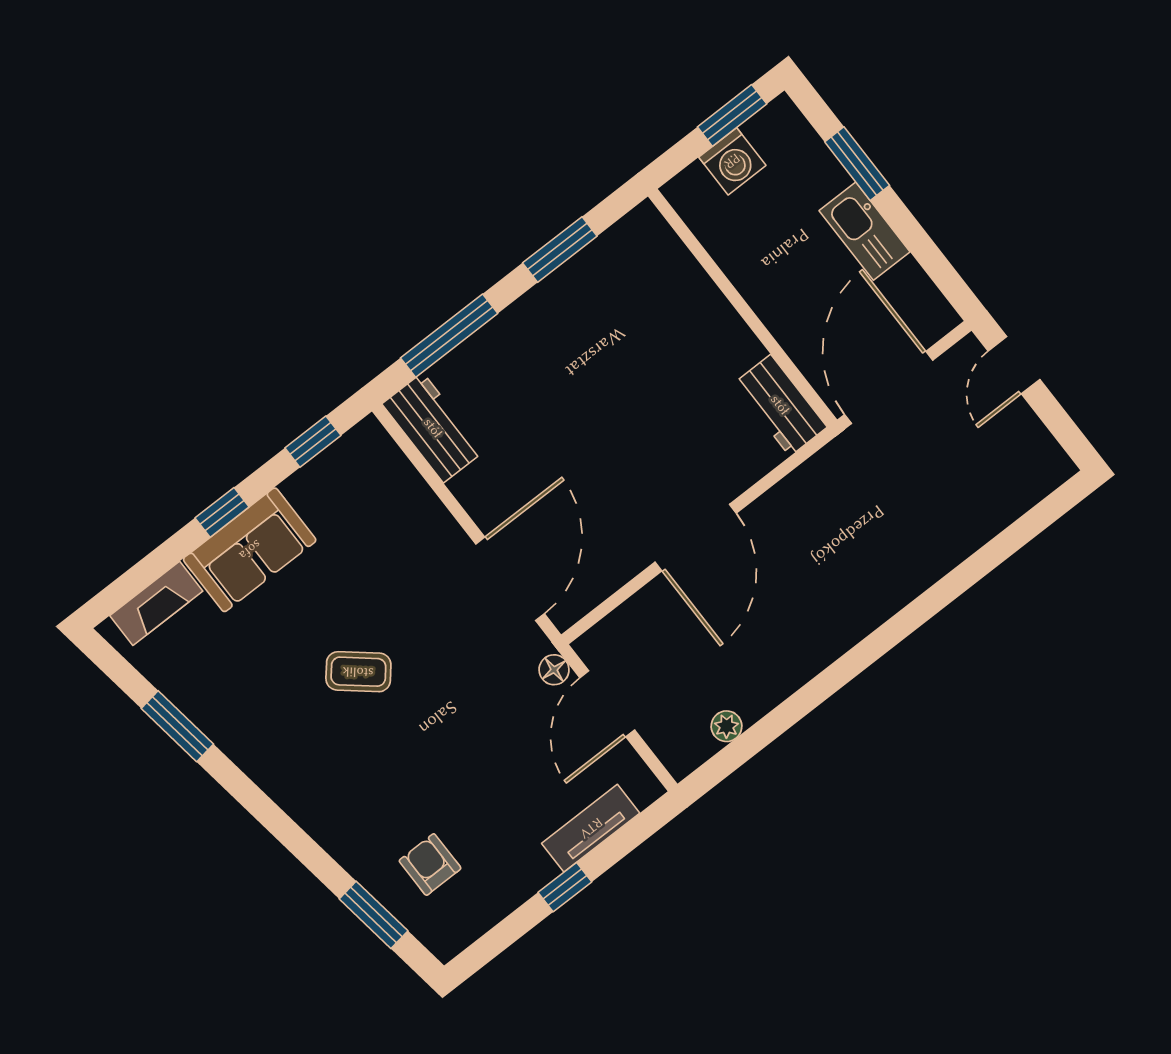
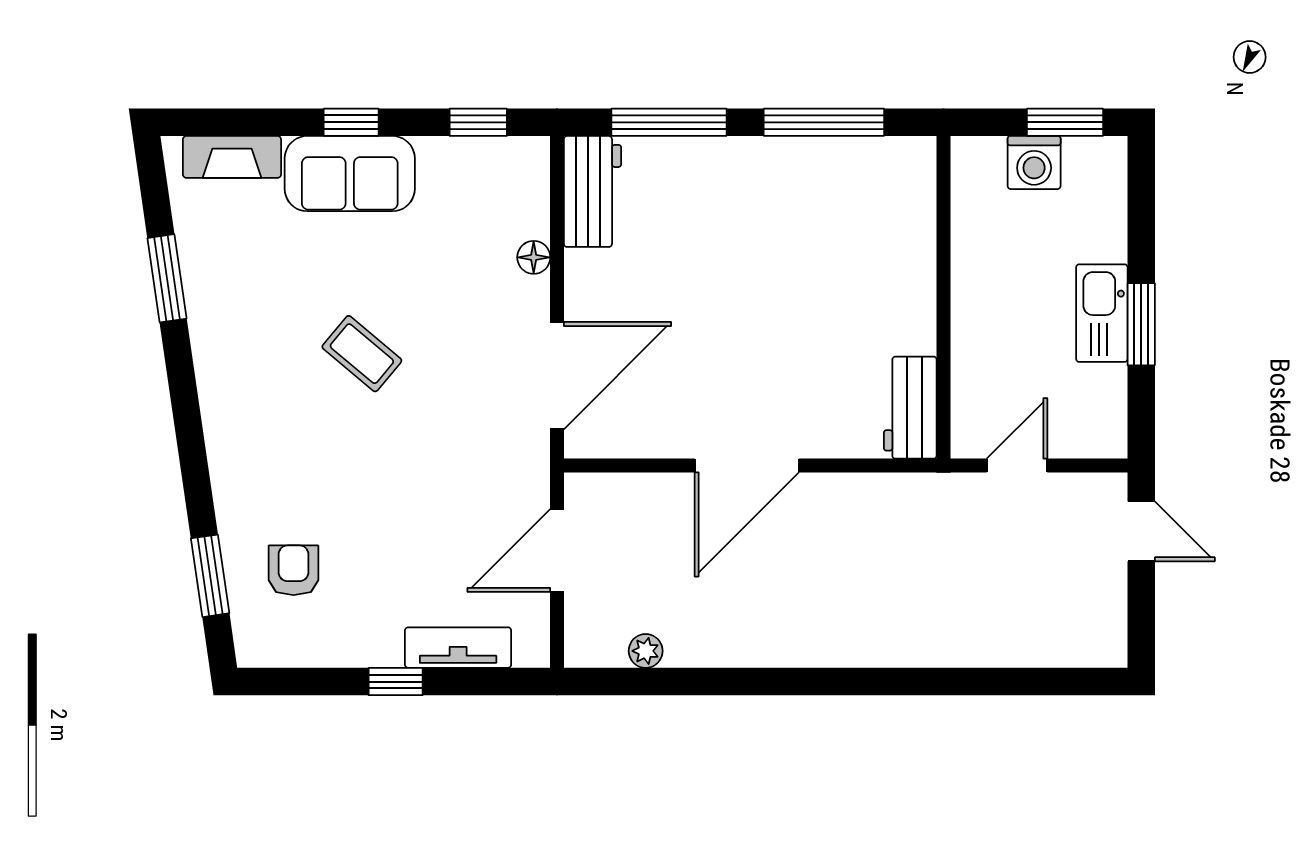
window: (857, 164) -> (1141, 324), moved
window: (560, 249) -> (824, 122), width x1.44
door: (1014, 365) -> (1141, 531), swing flipped
door: (889, 387) -> (1017, 466), width x0.53
floor lamp: (554, 670) -> (534, 257), moved

